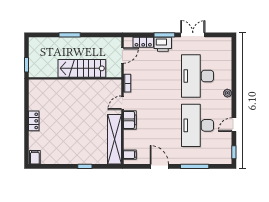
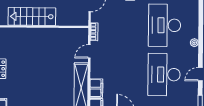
stairs: (82, 68) -> (32, 16), moved
filing cabinet: (130, 120) -> (96, 88), moved

